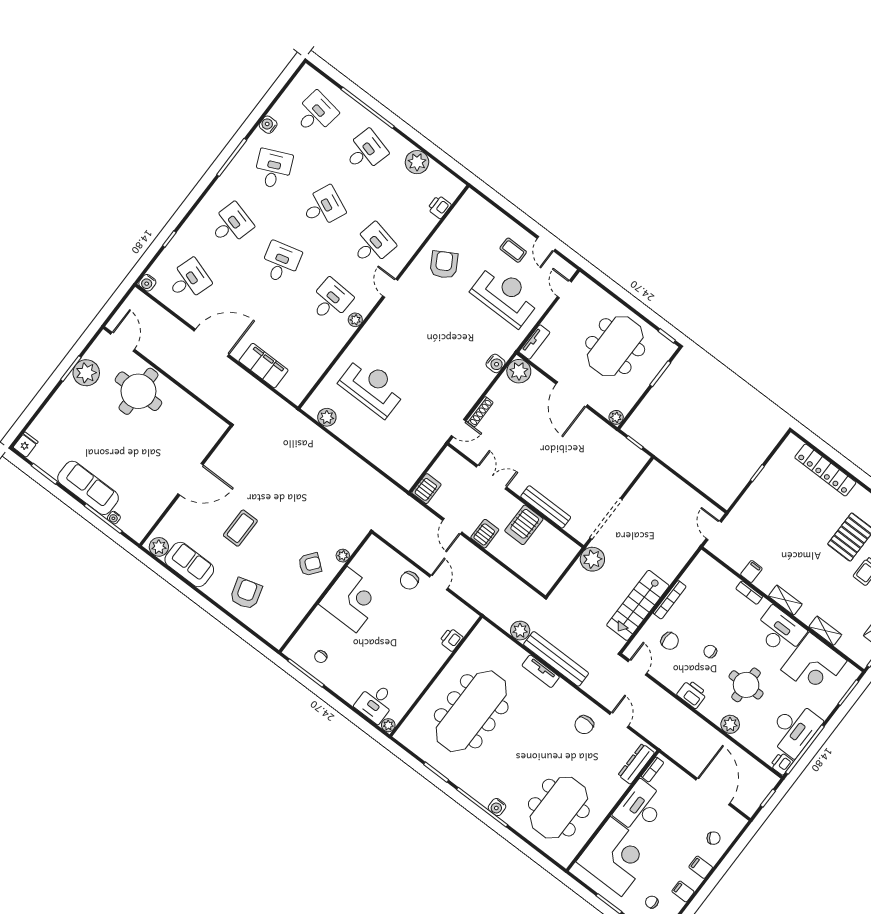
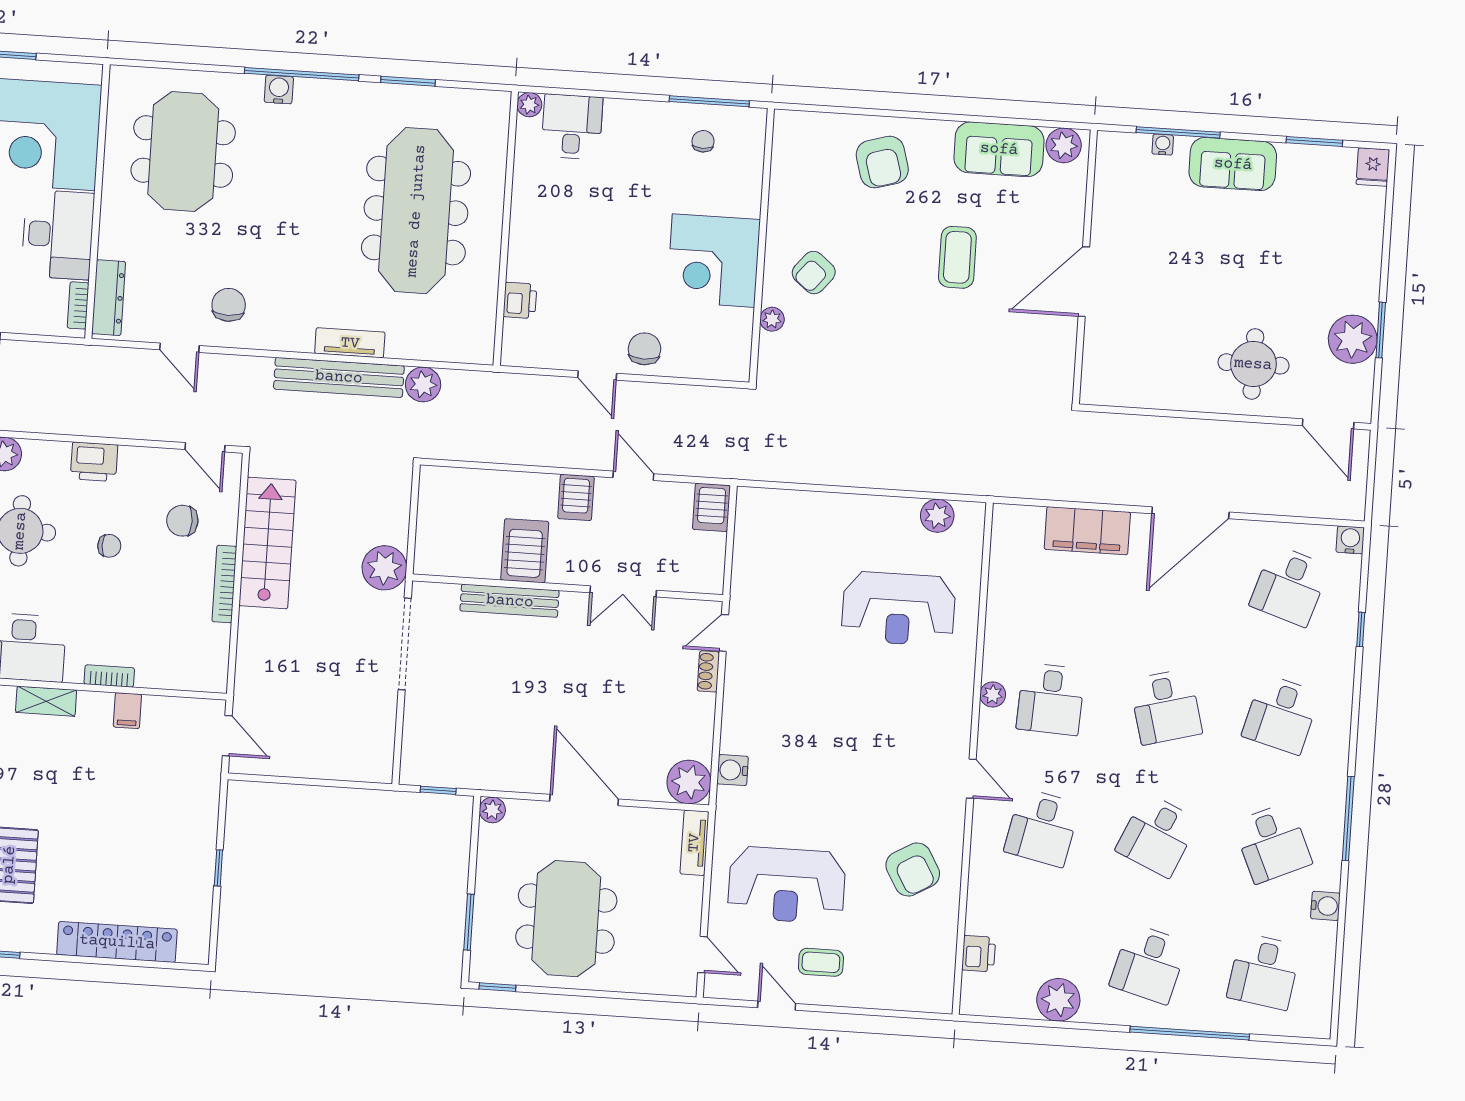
round table: (138, 391) -> (1253, 364), width x0.73, depth x0.73
shoe rack: (480, 412) -> (708, 671), width x0.70
sofa: (88, 488) -> (1233, 164), width x0.73

